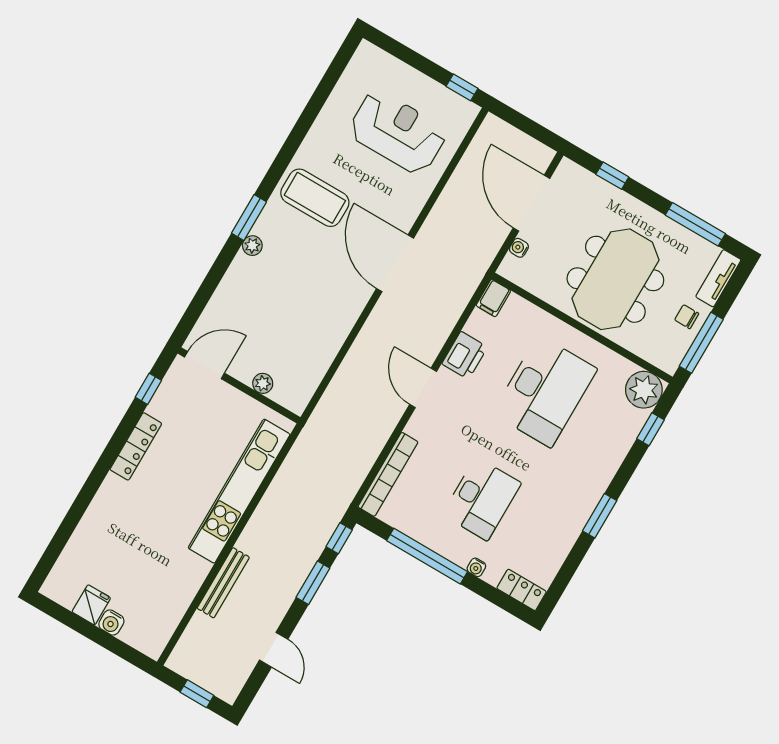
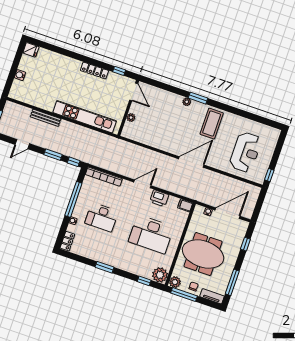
plant: (668, 358) -> (175, 282), added
fridge: (91, 605) -> (31, 50), moved

